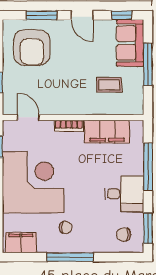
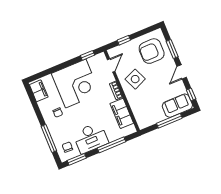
coffee table: (109, 85) -> (149, 104), removed
side table: (64, 90) -> (135, 79), added
desk: (124, 194) -> (91, 138), width x1.37
window: (70, 257) -> (49, 139), moved

